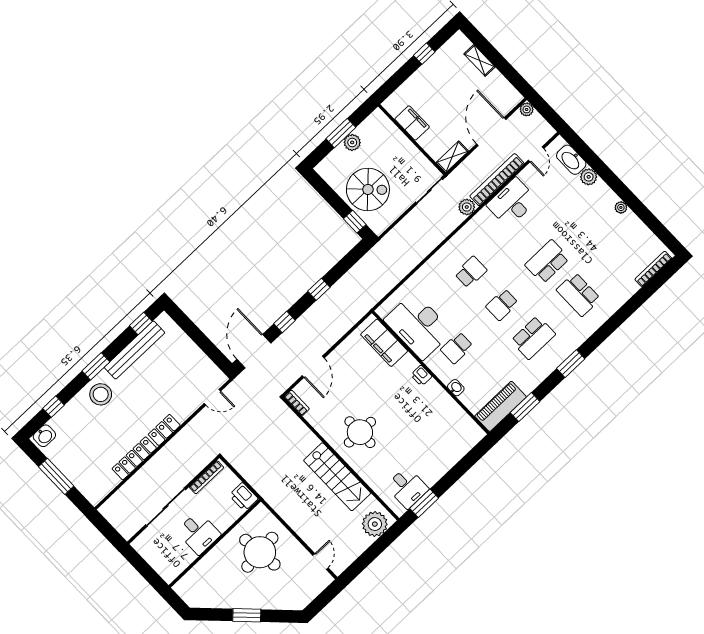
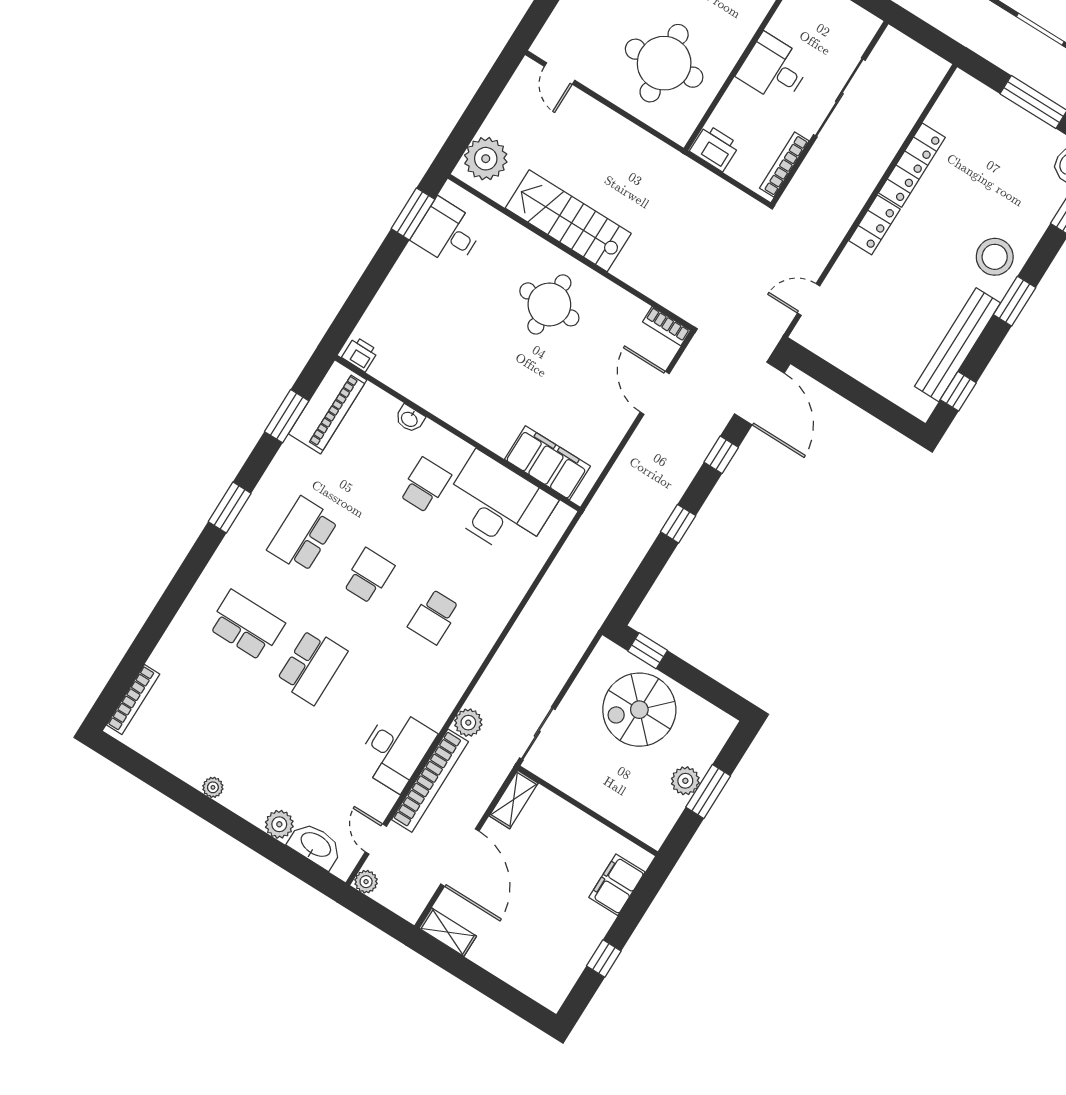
shelving: (480, 60) -> (448, 932), moved
plant: (527, 109) -> (366, 882), moved
filing cabinet: (412, 123) -> (617, 885), moved, turned 90
printer: (421, 376) -> (360, 354), moved

